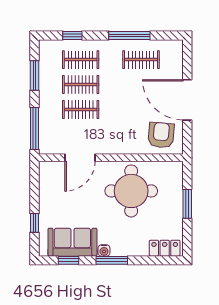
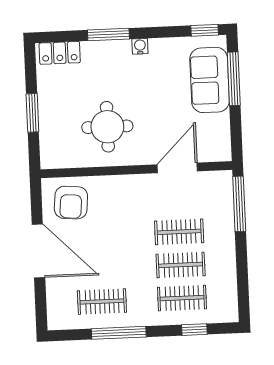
window: (34, 76) -> (242, 274), removed
round table: (131, 191) -> (107, 127), width x0.73, depth x0.73
window: (34, 223) -> (234, 79), width x2.17
sofa: (72, 242) -> (210, 80), moved, turned 90
window: (68, 260) -> (205, 30), moved
window: (112, 260) -> (108, 35), moved

